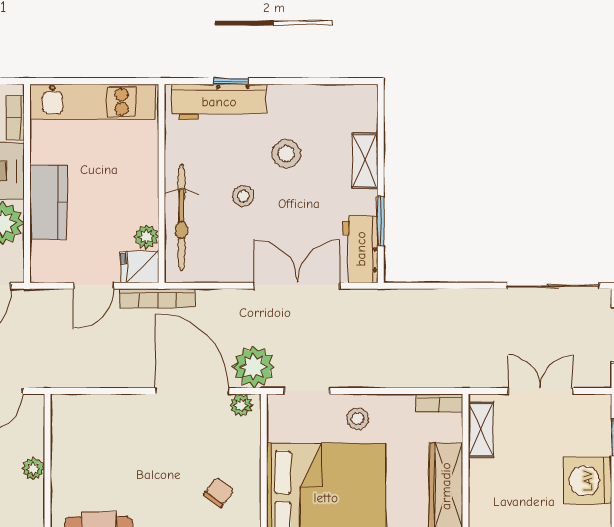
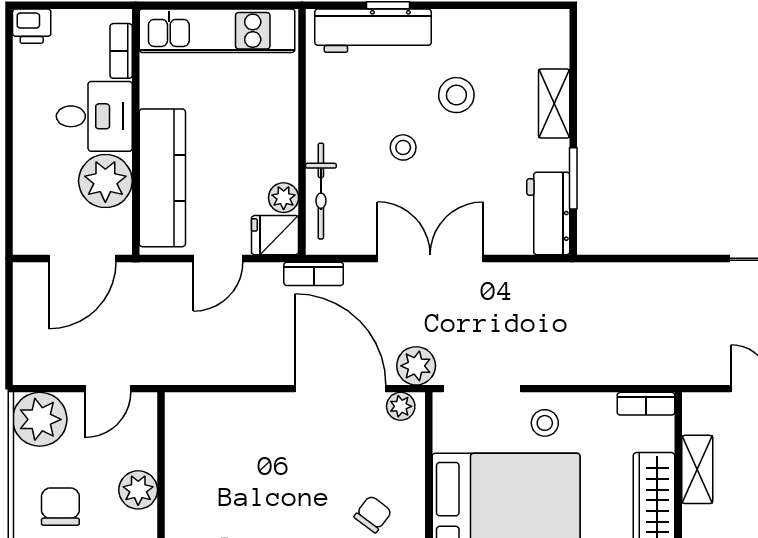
kitchen counter: (49, 202) -> (162, 178), width x1.50
bicycle: (182, 217) -> (321, 191), width x0.73, depth x0.71
double door: (297, 286) -> (430, 258), moved
bookcase: (157, 298) -> (314, 274), width x0.64
plant: (254, 367) -> (416, 366), width x0.73, depth x0.73
doorway: (307, 391) -> (482, 389), width x1.38
shelving: (481, 430) -> (697, 469), moved
plant: (33, 469) -> (138, 490), width x1.38, depth x1.38

